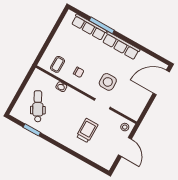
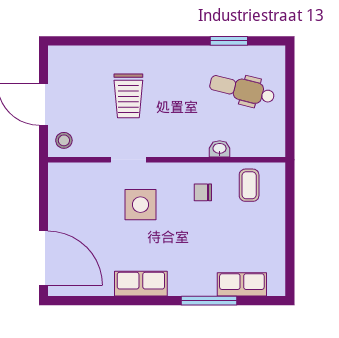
row of seats: (89, 27) -> (242, 284), width x0.68
row of seats: (121, 46) -> (141, 284), width x0.68
door: (161, 82) -> (43, 258), hinge flipped
dental chair: (38, 106) -> (242, 90), turned 133

